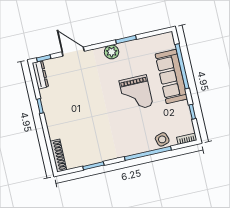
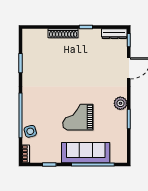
shoe rack: (58, 156) -> (63, 33), moved

